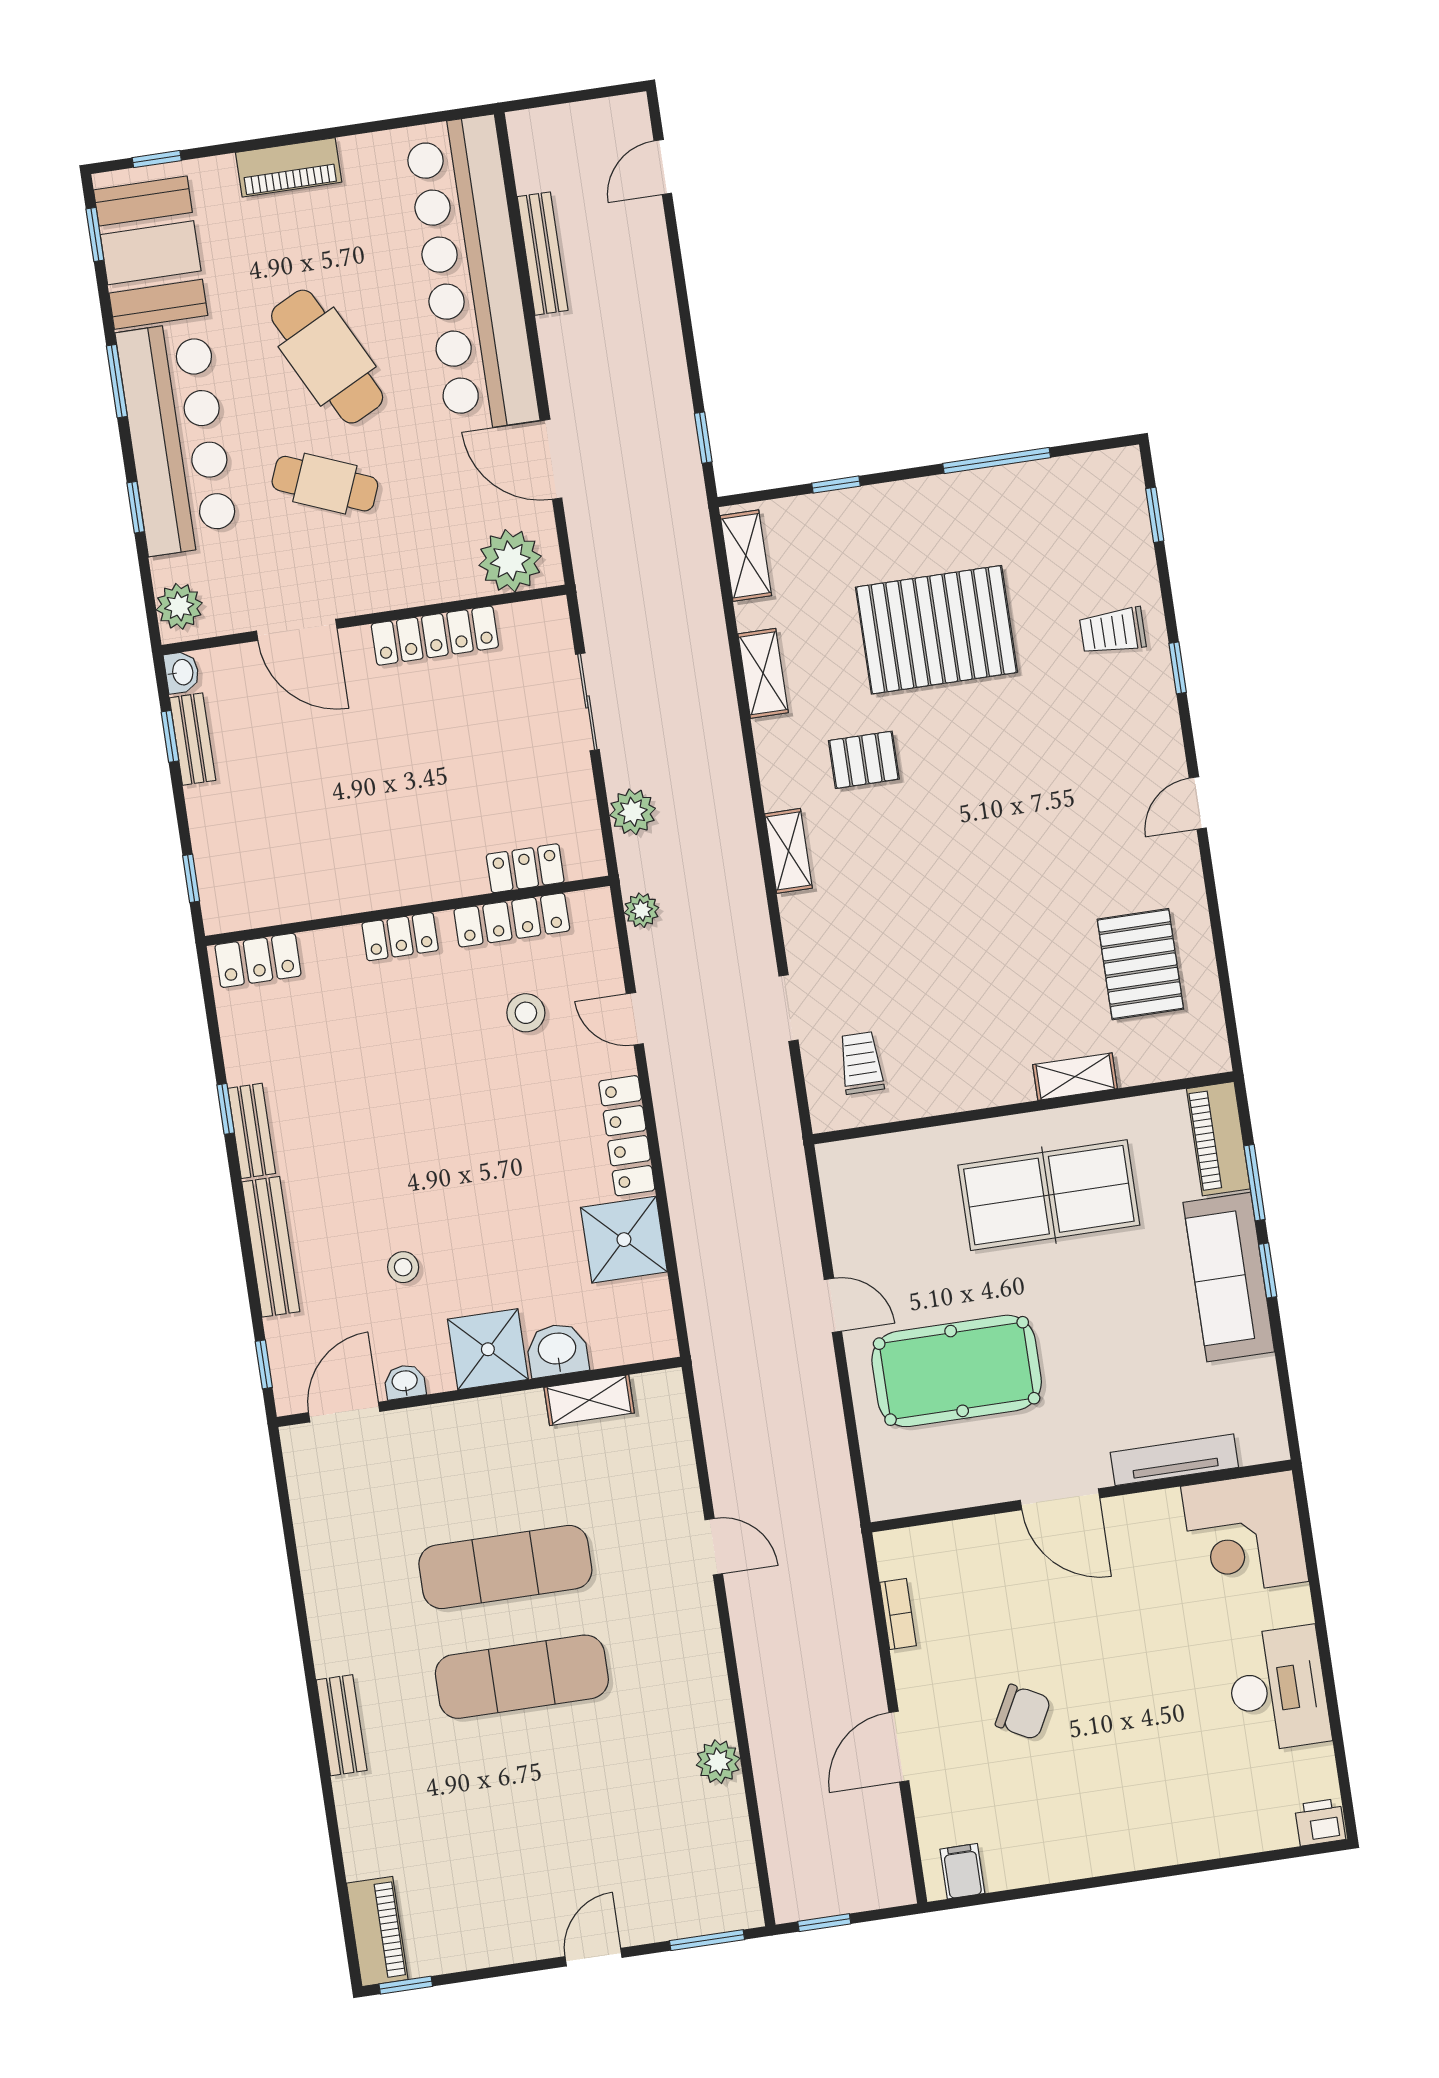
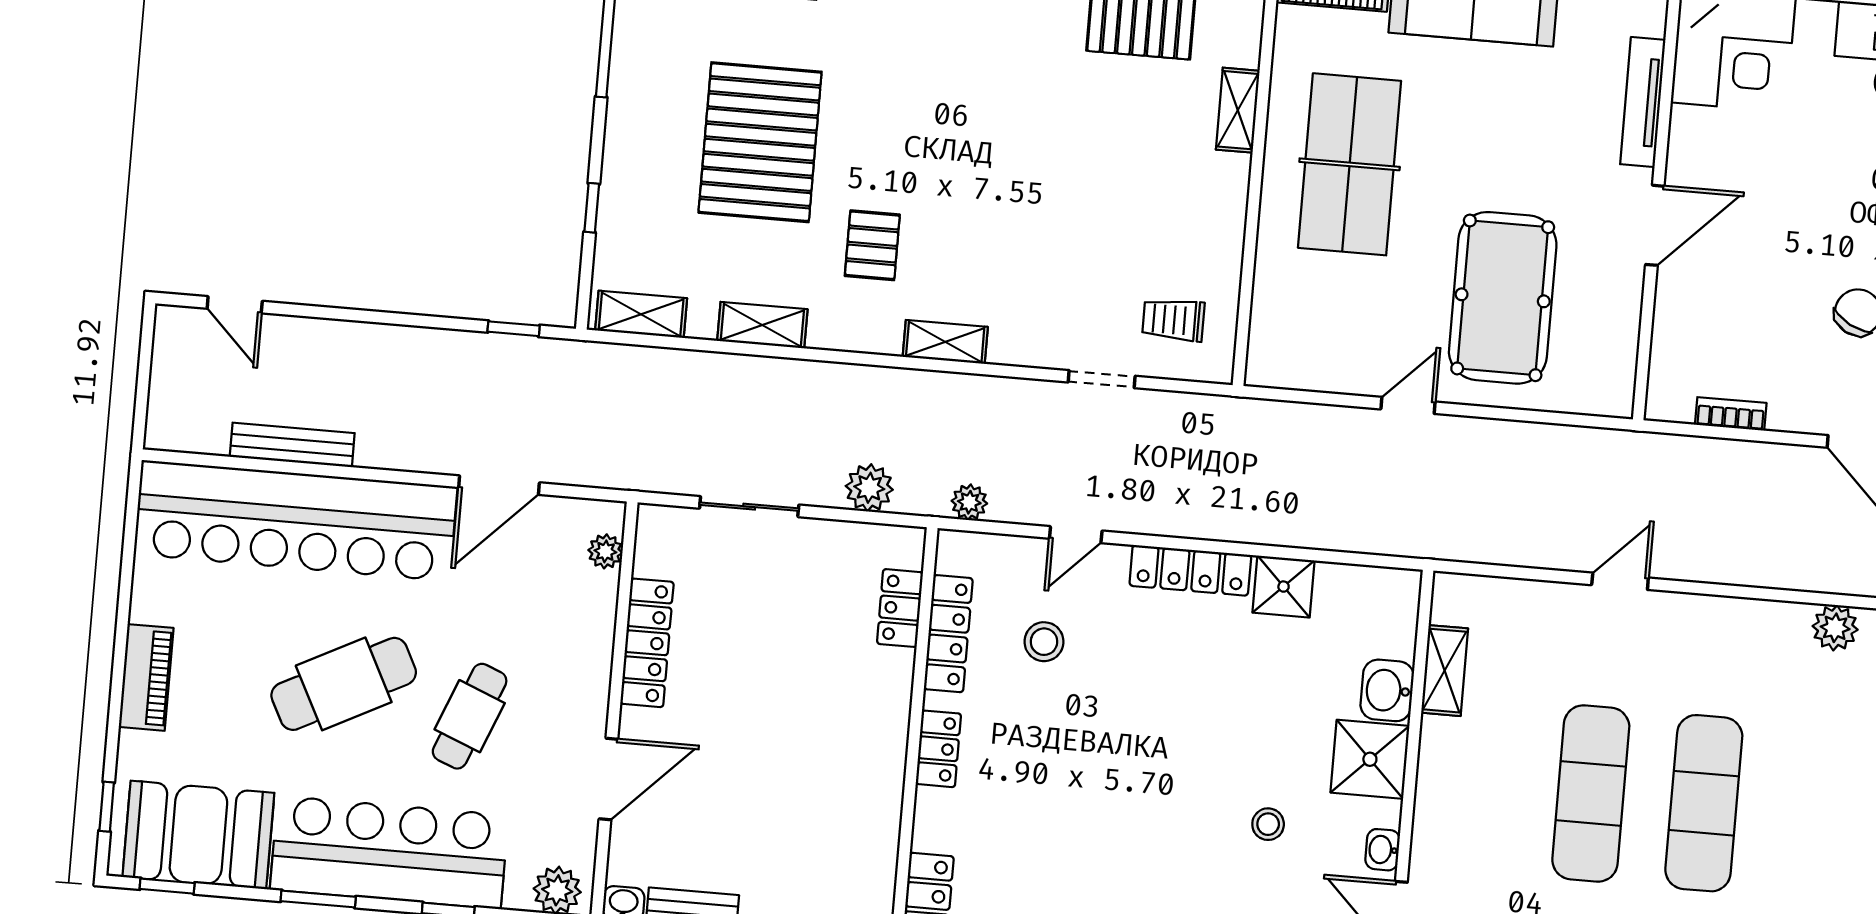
plant: (510, 561) -> (605, 551), width x0.53, depth x0.53
shower: (624, 1240) -> (1284, 587), width x0.73, depth x0.73

